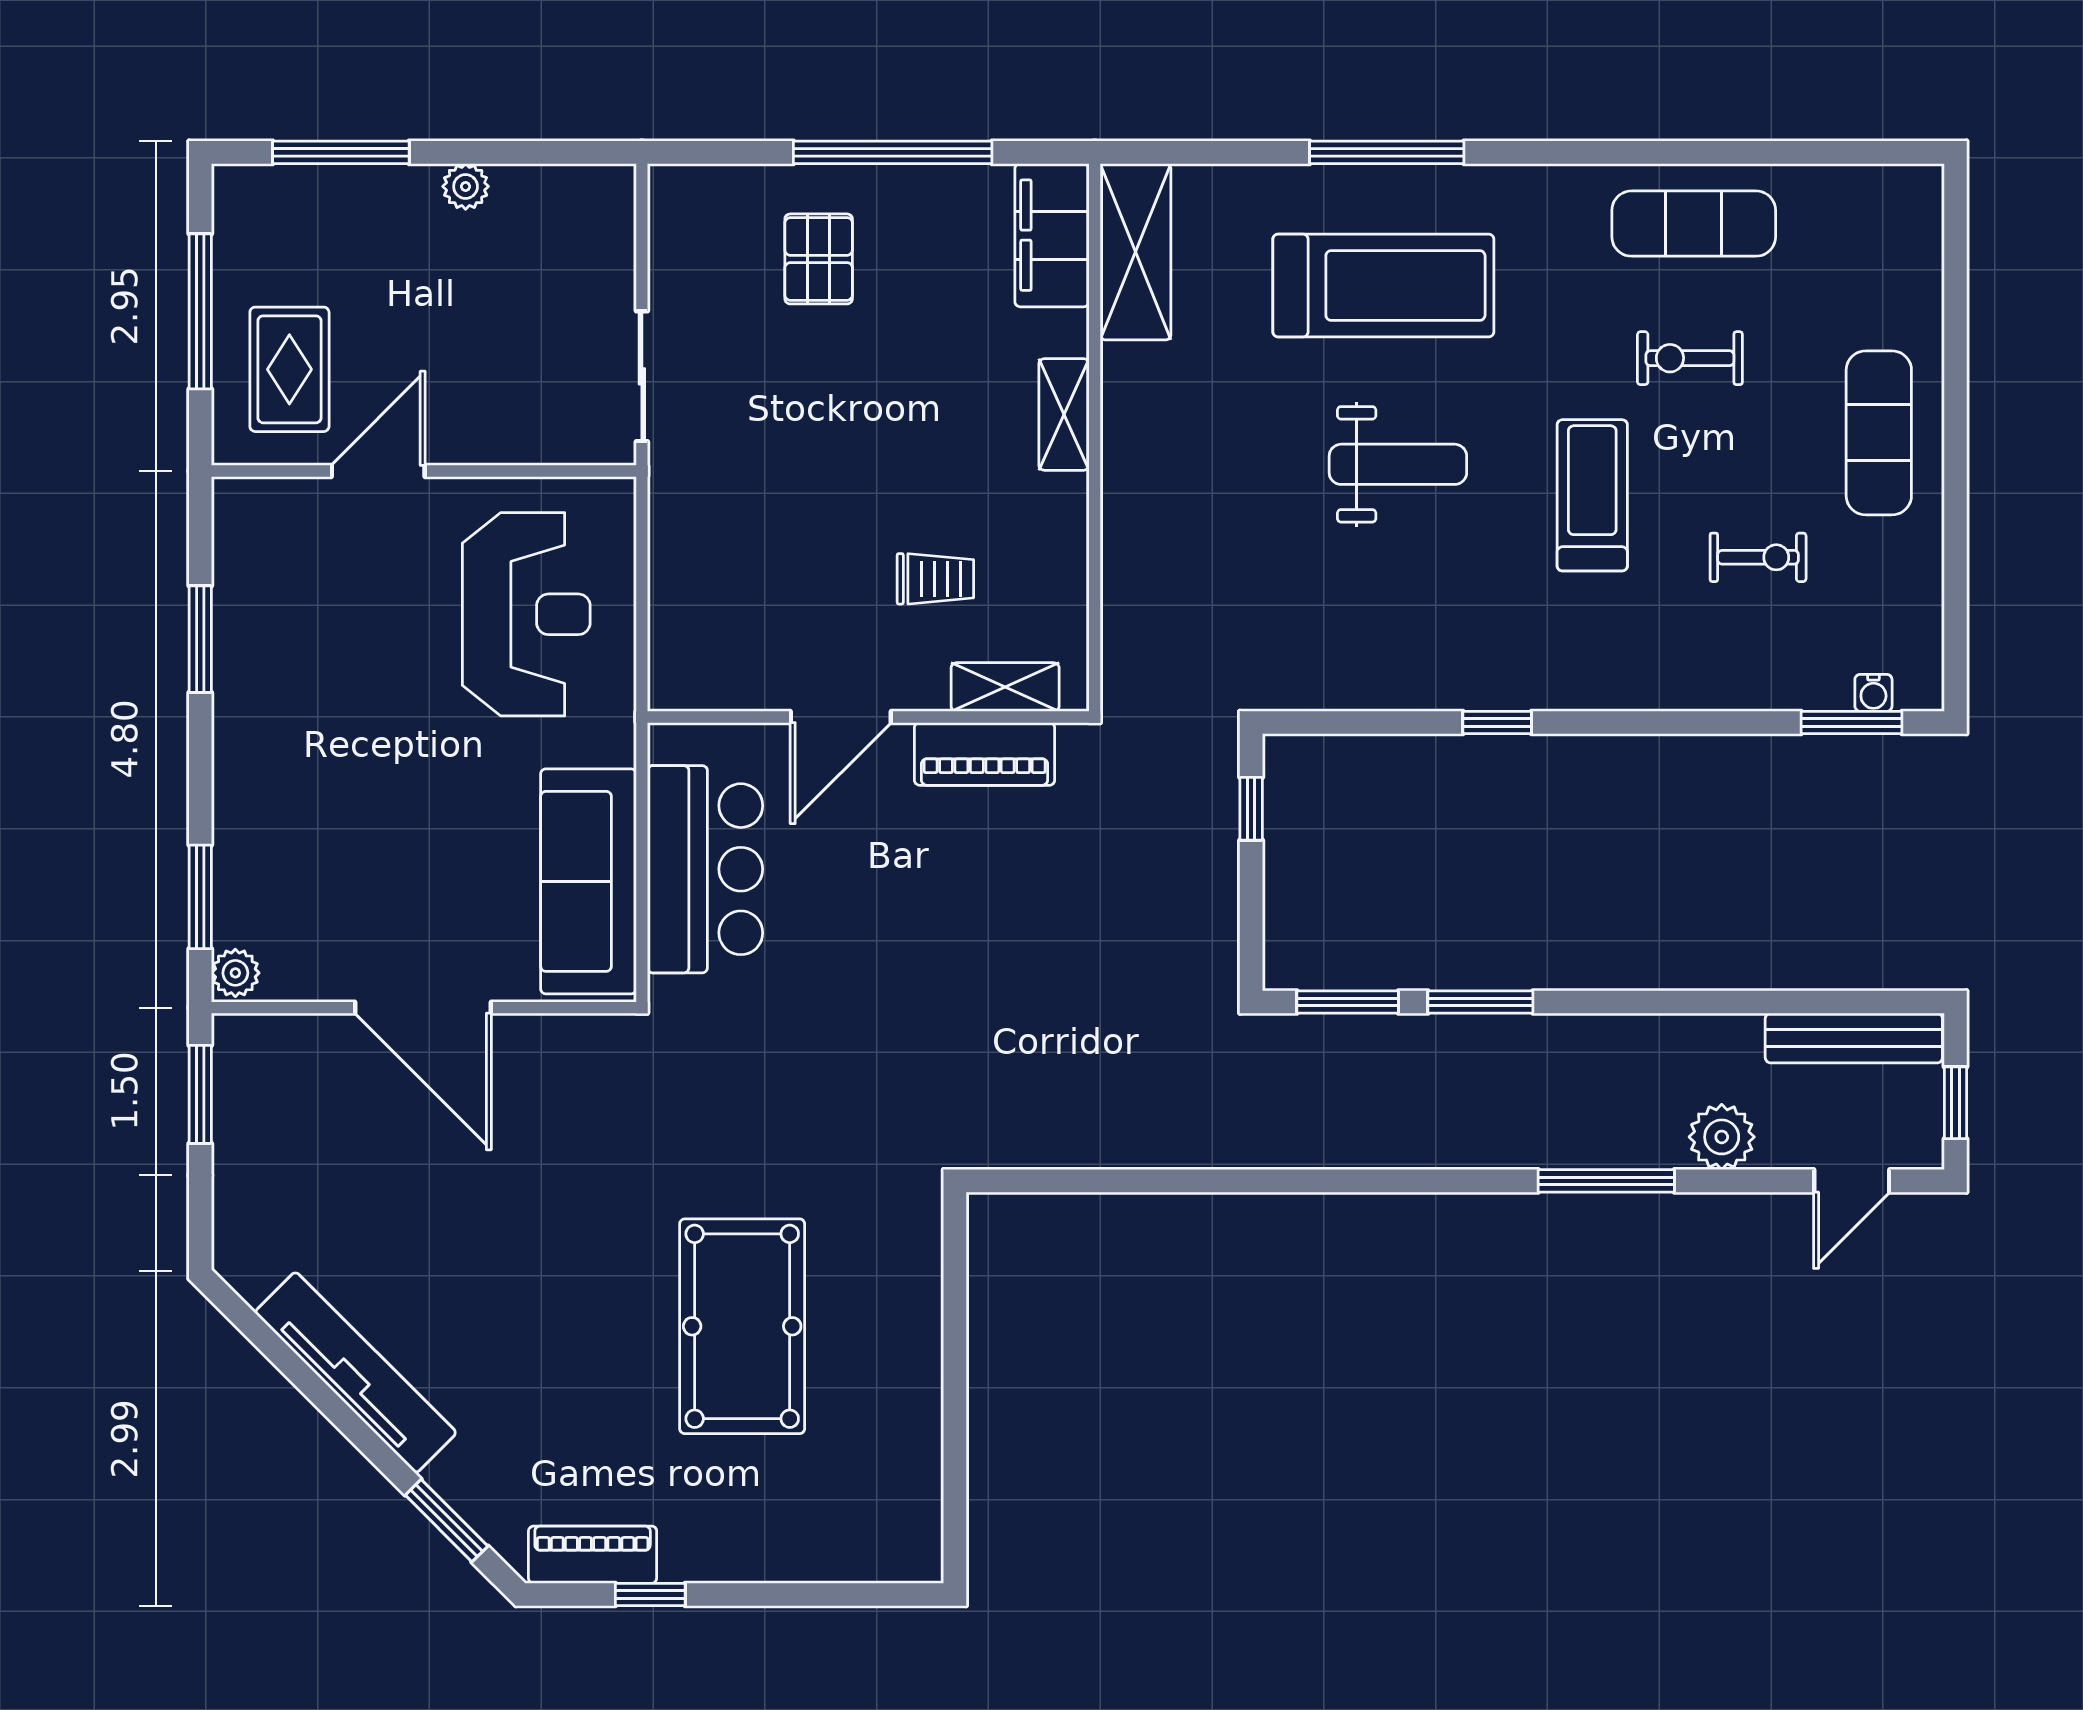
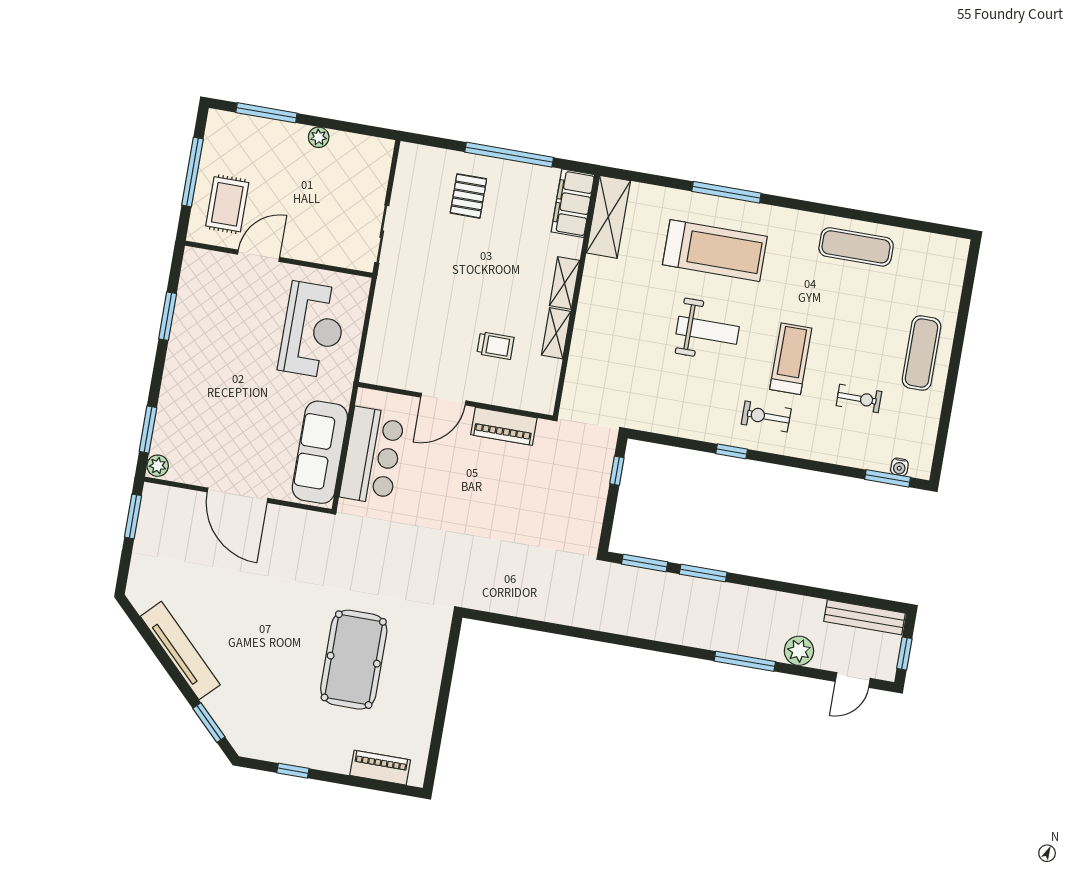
exercise bike: (1690, 358) -> (766, 416), moved
shelving: (1005, 687) -> (556, 333), moved, turned 90
piano: (593, 1555) -> (380, 768), moved

